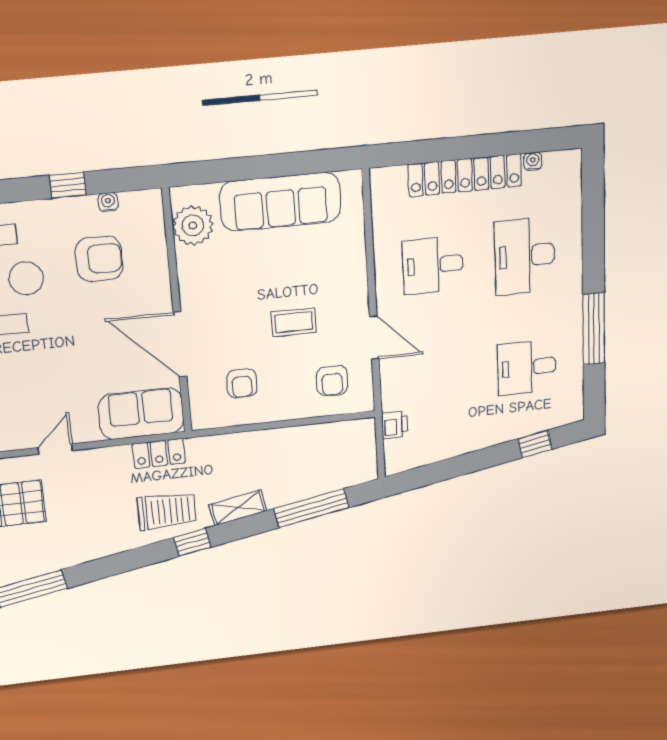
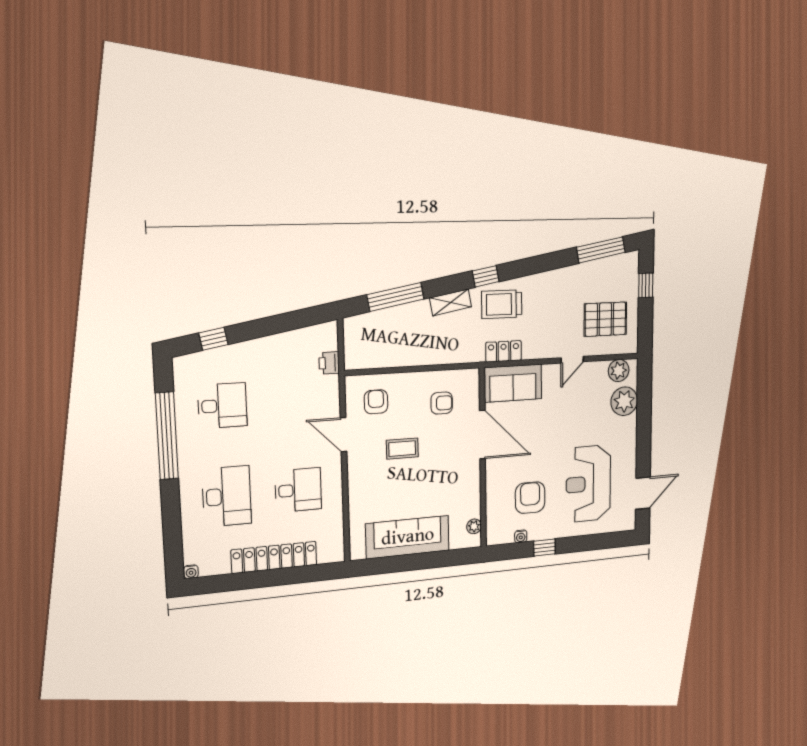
water cooler: (533, 161) -> (191, 572), moved
plant: (193, 225) -> (474, 526), width x0.53, depth x0.53
armchair: (99, 259) -> (530, 498), turned 90
window: (594, 329) -> (167, 436), width x1.46
armchair: (242, 383) -> (442, 403), turned 90

